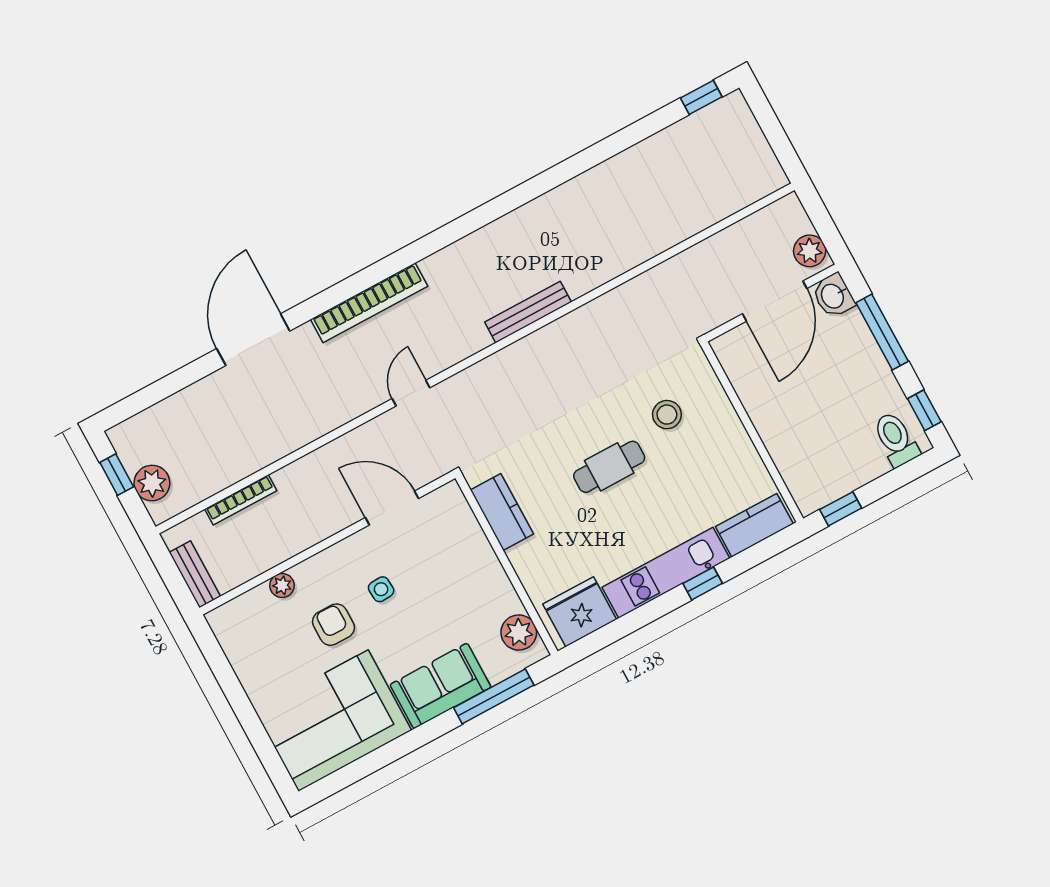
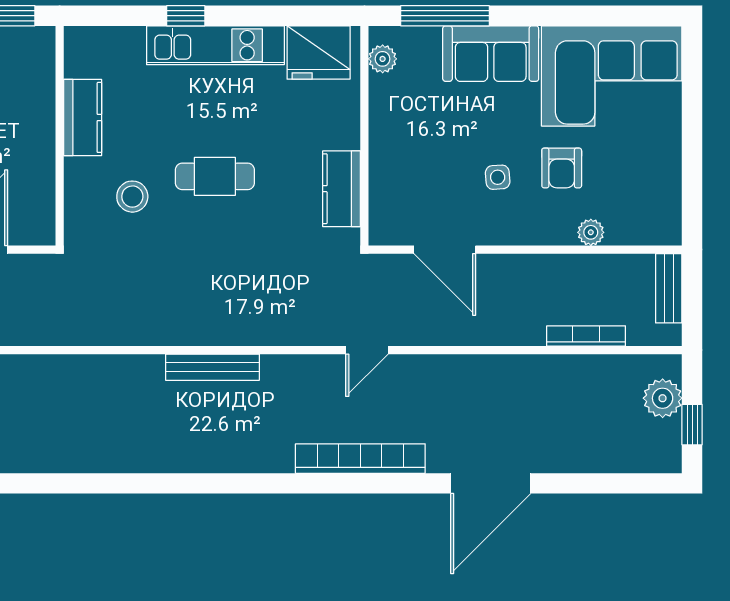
kitchen counter: (754, 525) -> (83, 117), moved, turned -90
plant: (519, 632) -> (383, 59), width x0.73, depth x0.73

